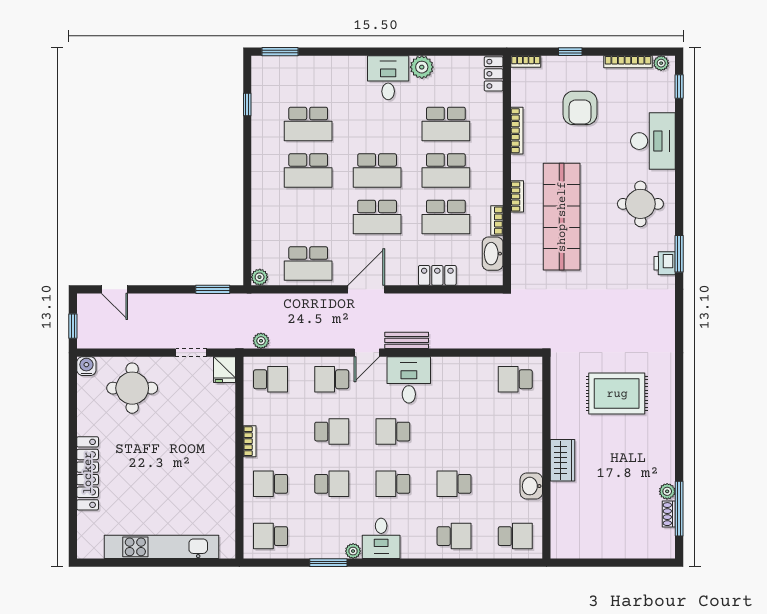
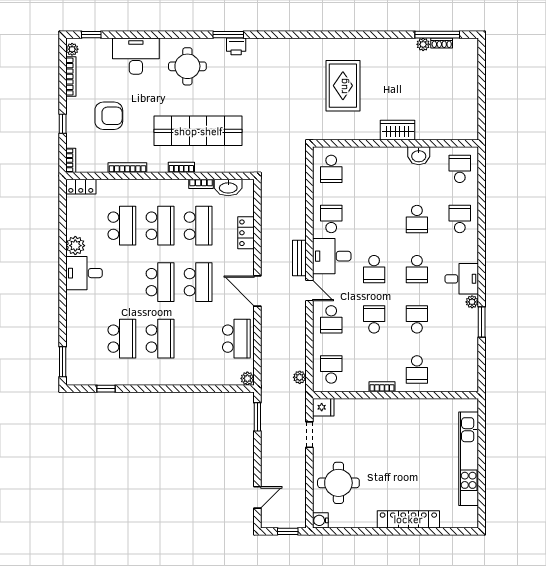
school desk: (271, 536) -> (331, 219), moved, turned 180

